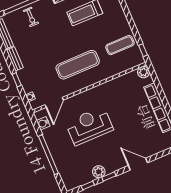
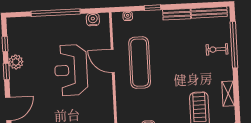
exercise mat: (78, 65) -> (140, 63), moved
door: (54, 102) -> (113, 61), moved
reception desk: (89, 126) -> (71, 70), turned 180

